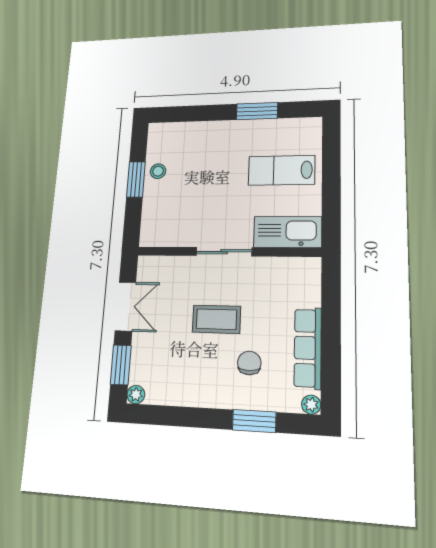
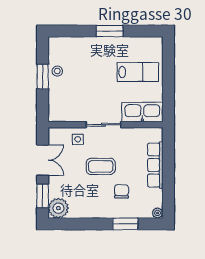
window: (257, 111) -> (110, 31), moved
lab bench: (281, 170) -> (138, 72), turned 180
side table: (182, 274) -> (78, 139), added
row of seats: (308, 348) -> (155, 165), moved
plant: (136, 395) -> (58, 208), width x1.88, depth x1.88

